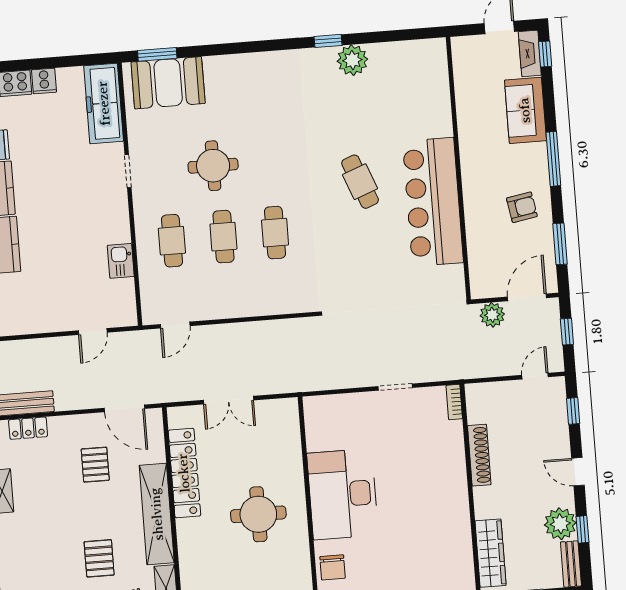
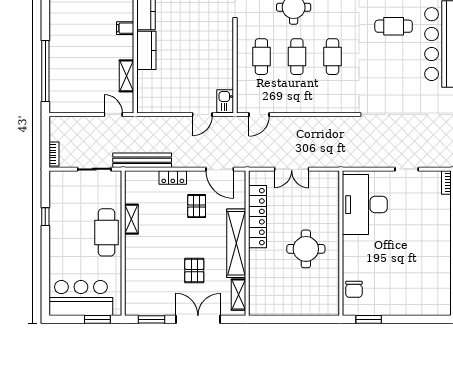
cafe table: (360, 182) -> (394, 26), turned -69
kitchen sink: (121, 261) -> (225, 101), moved
locker: (28, 428) -> (173, 177), moved
desk: (343, 494) -> (365, 205), moved

